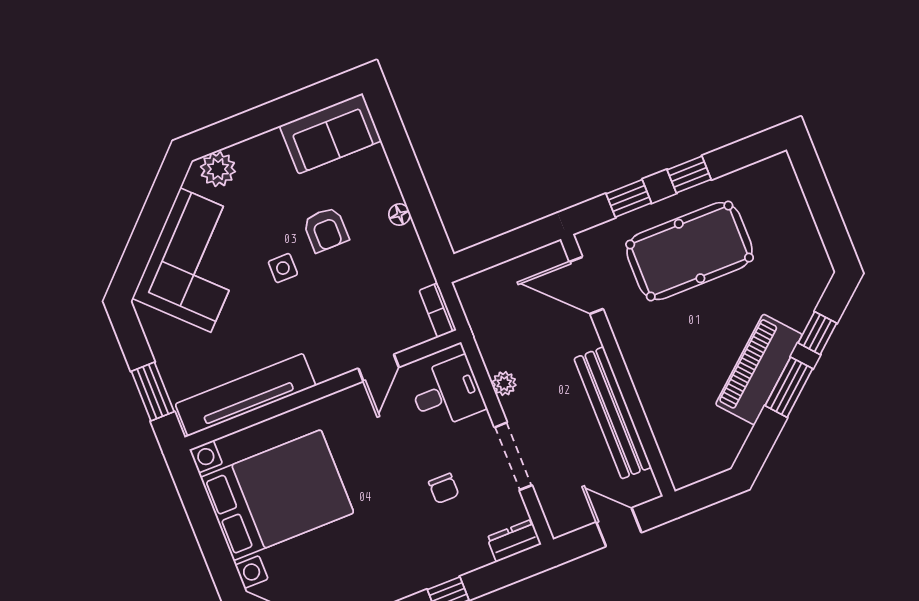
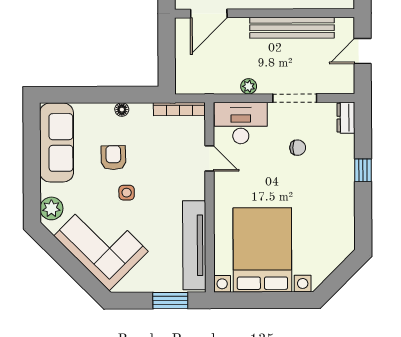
sofa: (330, 133) -> (57, 143), width x1.36
armchair: (326, 229) -> (113, 158), turned -91
bookcase: (438, 310) -> (179, 109), width x1.56
desk: (447, 393) -> (241, 123), width x1.37

